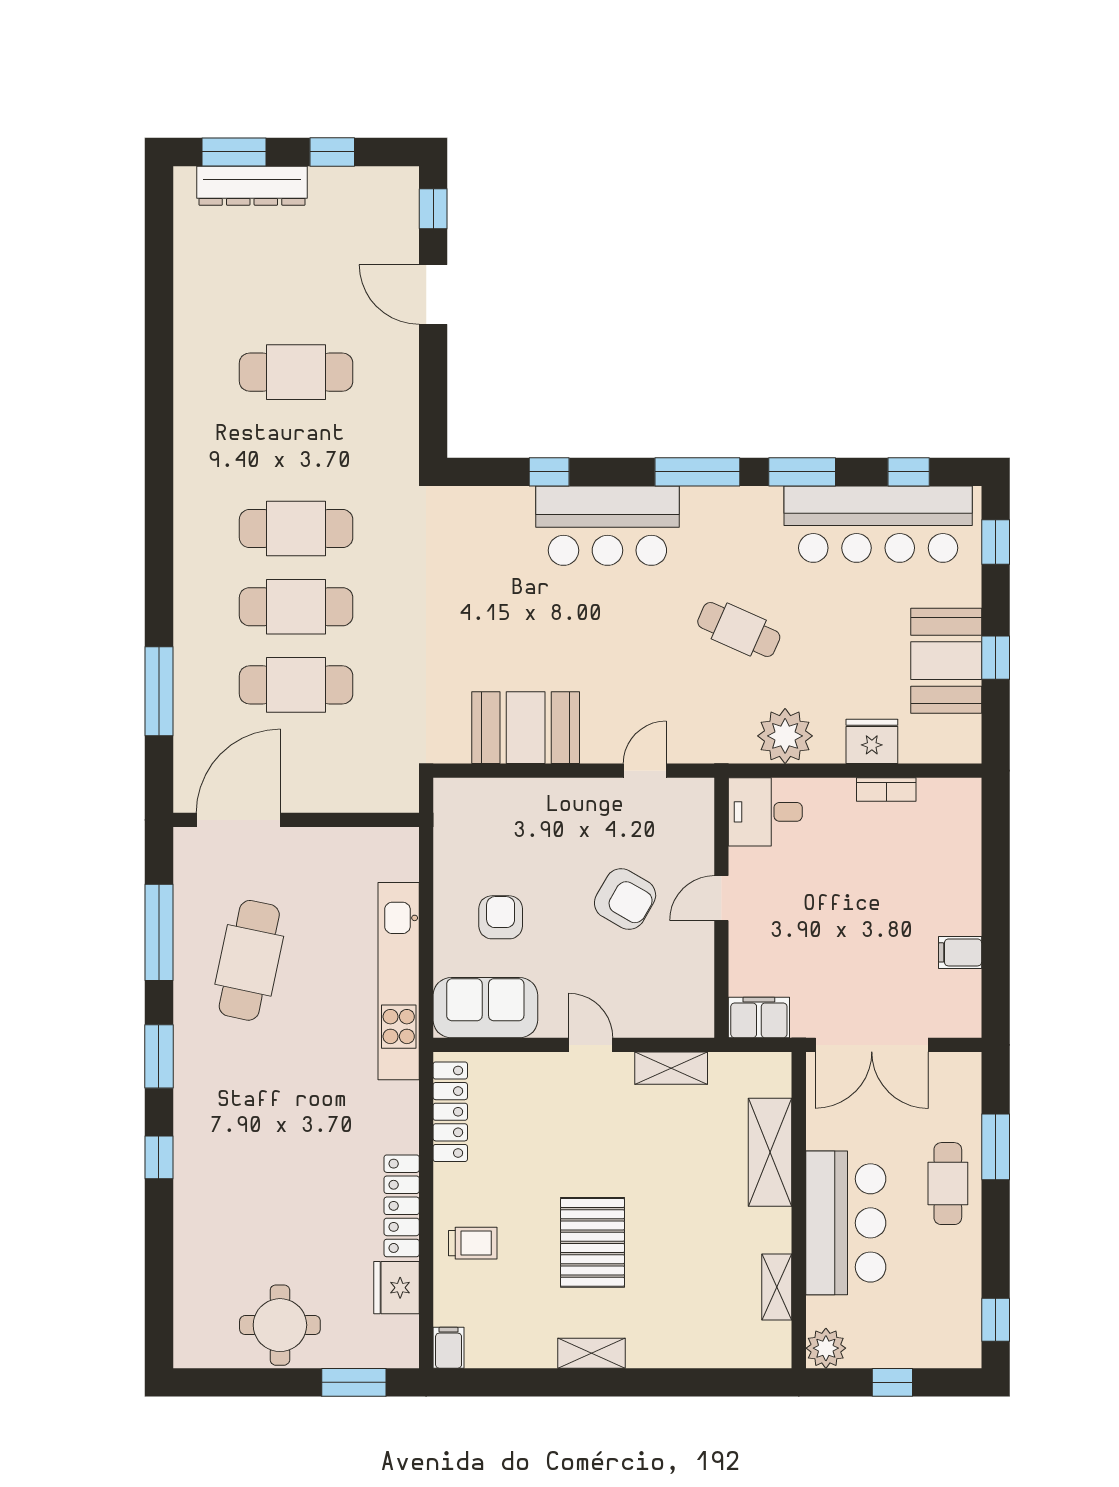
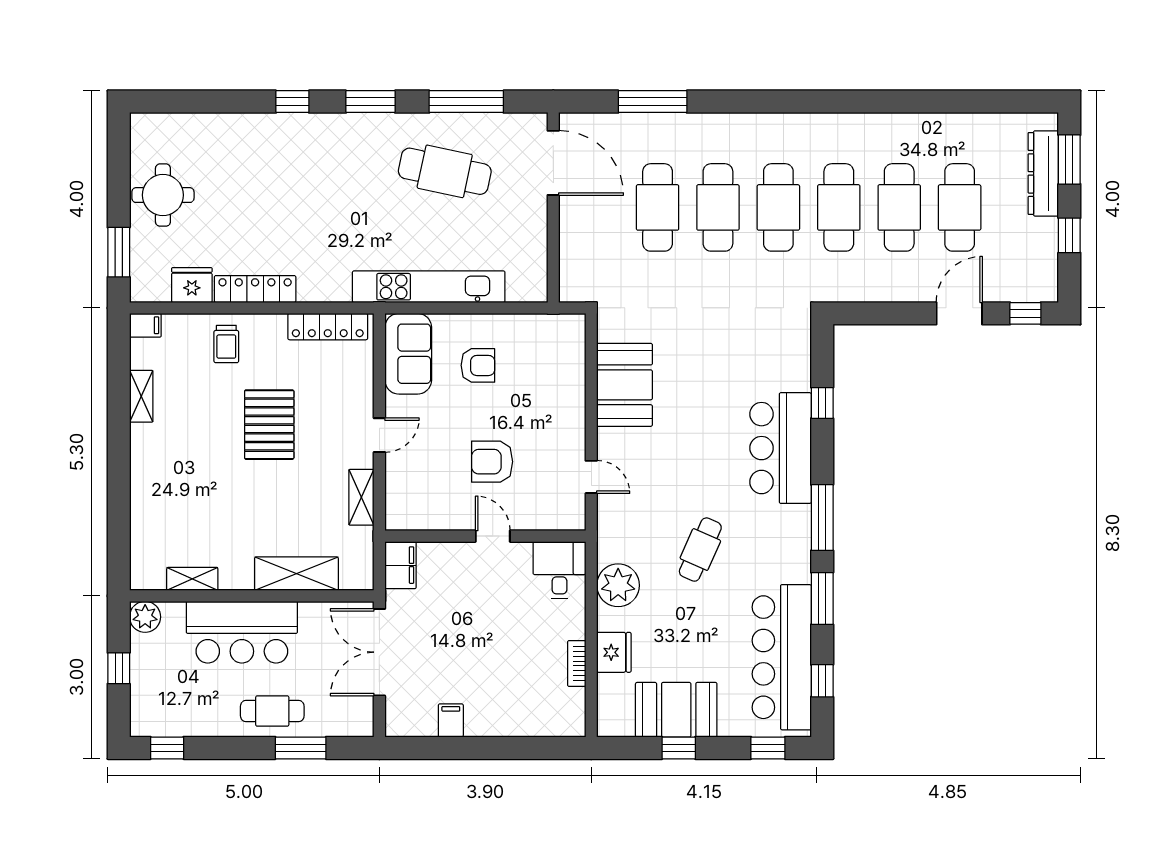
cafe table: (296, 294) -> (960, 207), added
cafe table: (296, 450) -> (839, 207), added
armchair: (625, 899) -> (492, 462), turned 60
pallet: (592, 1242) -> (269, 425), moved, turned 90
shelving: (591, 1353) -> (141, 396), moved

